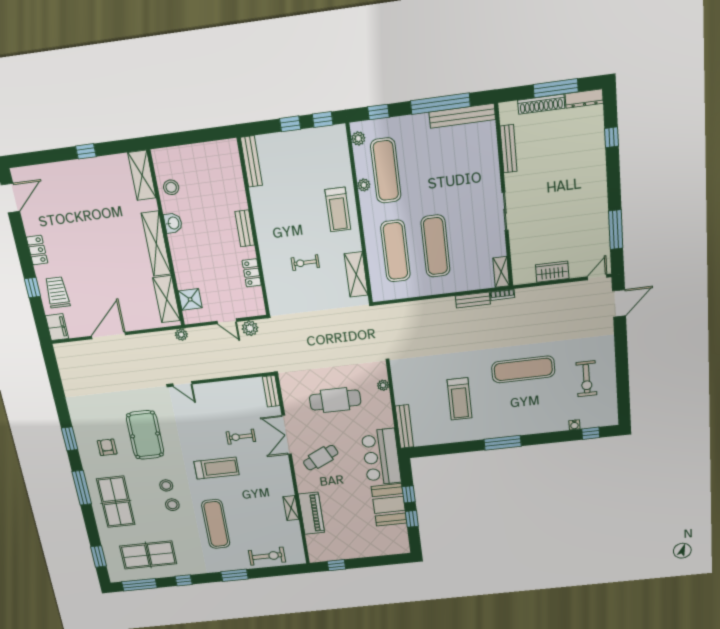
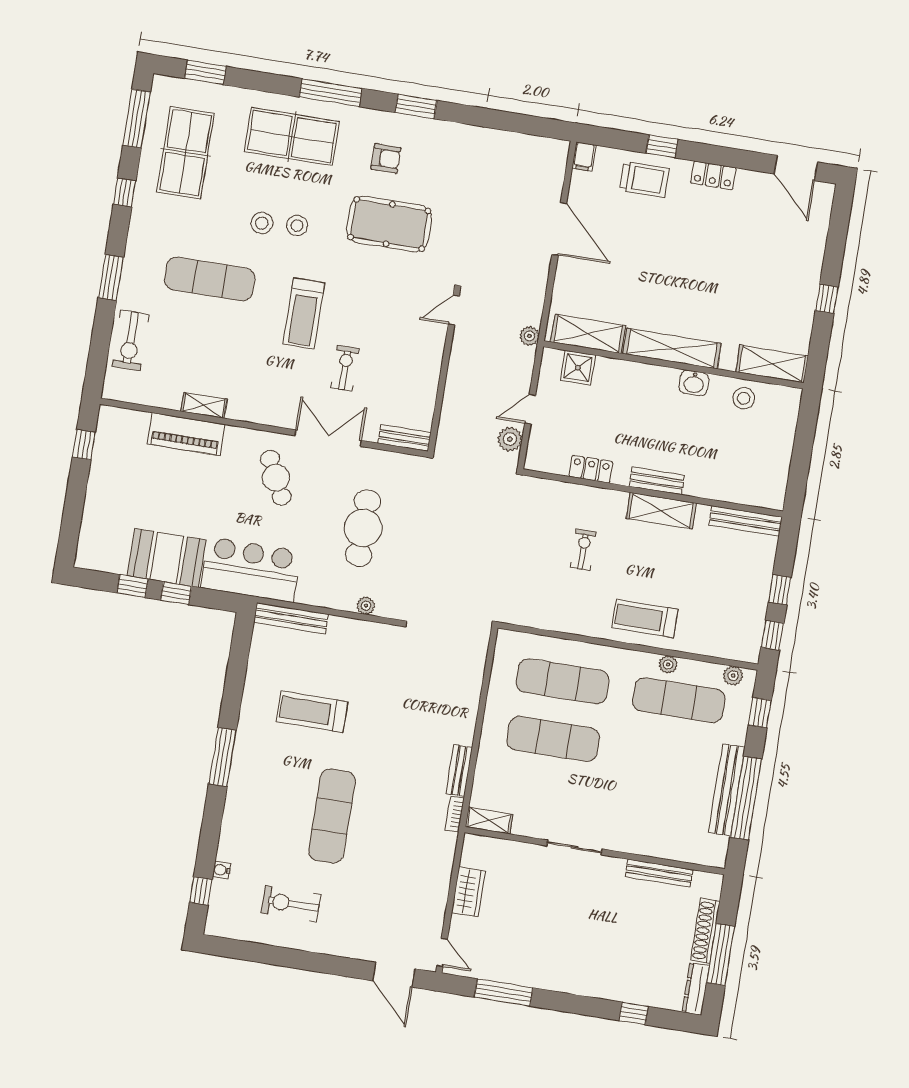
bench: (462, 116) -> (727, 790), moved
shelving: (356, 274) -> (661, 511), moved
filing cabinet: (57, 327) -> (584, 156), width x0.50

